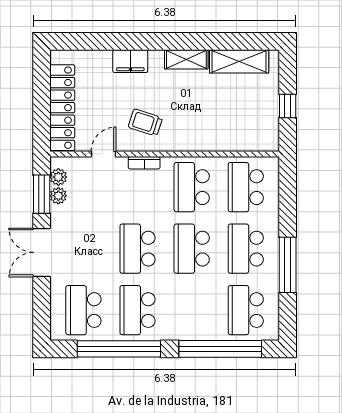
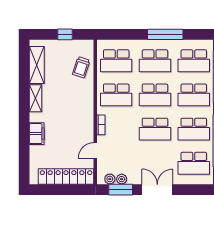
trolley: (145, 123) -> (81, 67), moved
door: (103, 154) -> (95, 151), hinge flipped
double door: (42, 252) -> (157, 190), swing flipped
school desk: (192, 310) -> (194, 95), added

